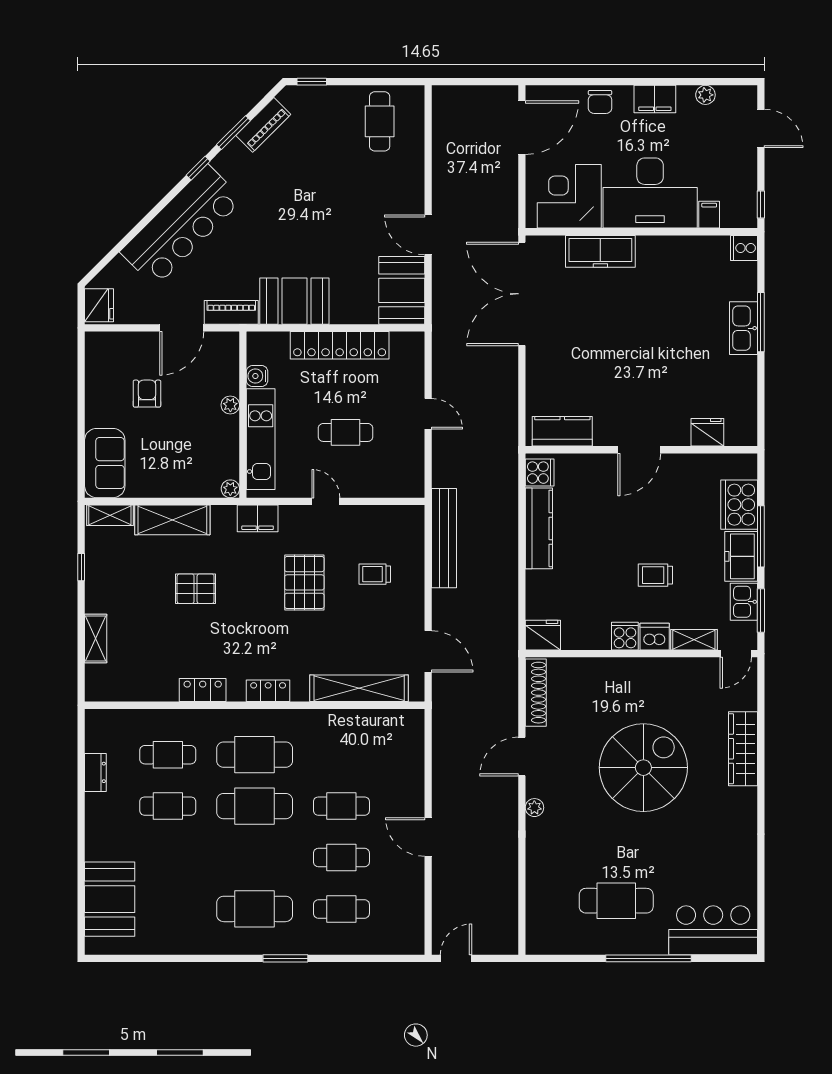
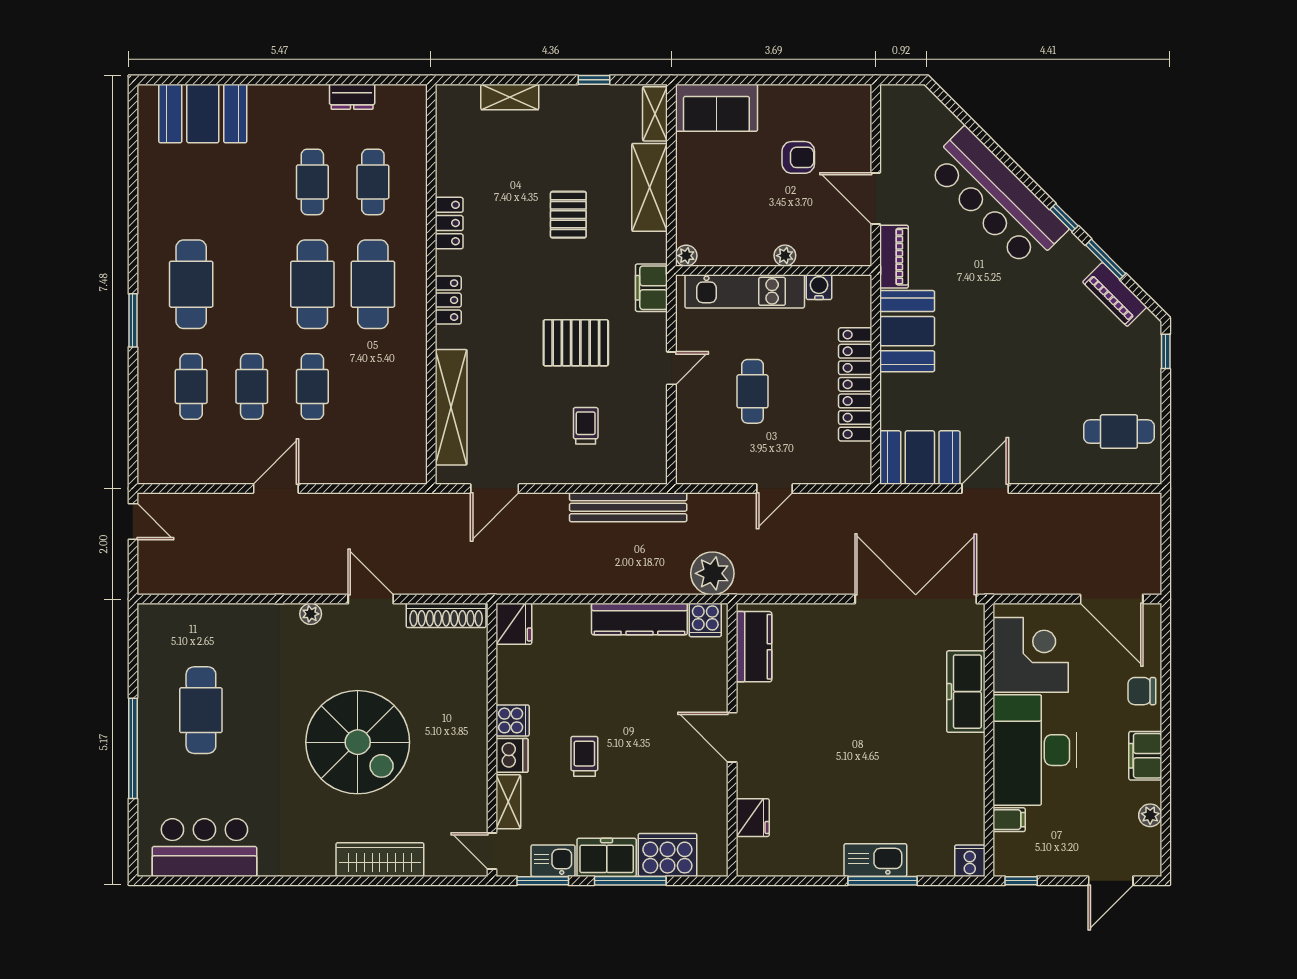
fridge: (99, 305) -> (902, 101), removed
plant: (500, 467) -> (712, 573), added
bar counter: (713, 930) -> (204, 848), moved, turned -90

